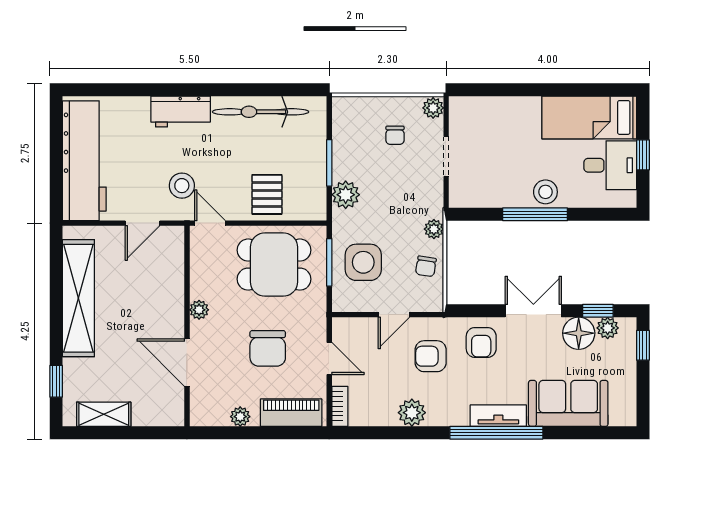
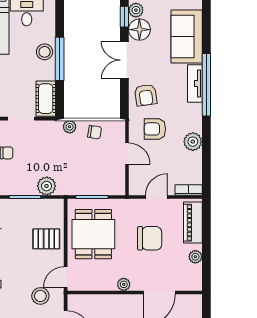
cot: (476, 194) -> (46, 99), added
side table: (363, 262) -> (92, 174), removed
armchair: (481, 342) -> (146, 95), turned 82
armchair: (431, 356) -> (155, 129), turned 90

